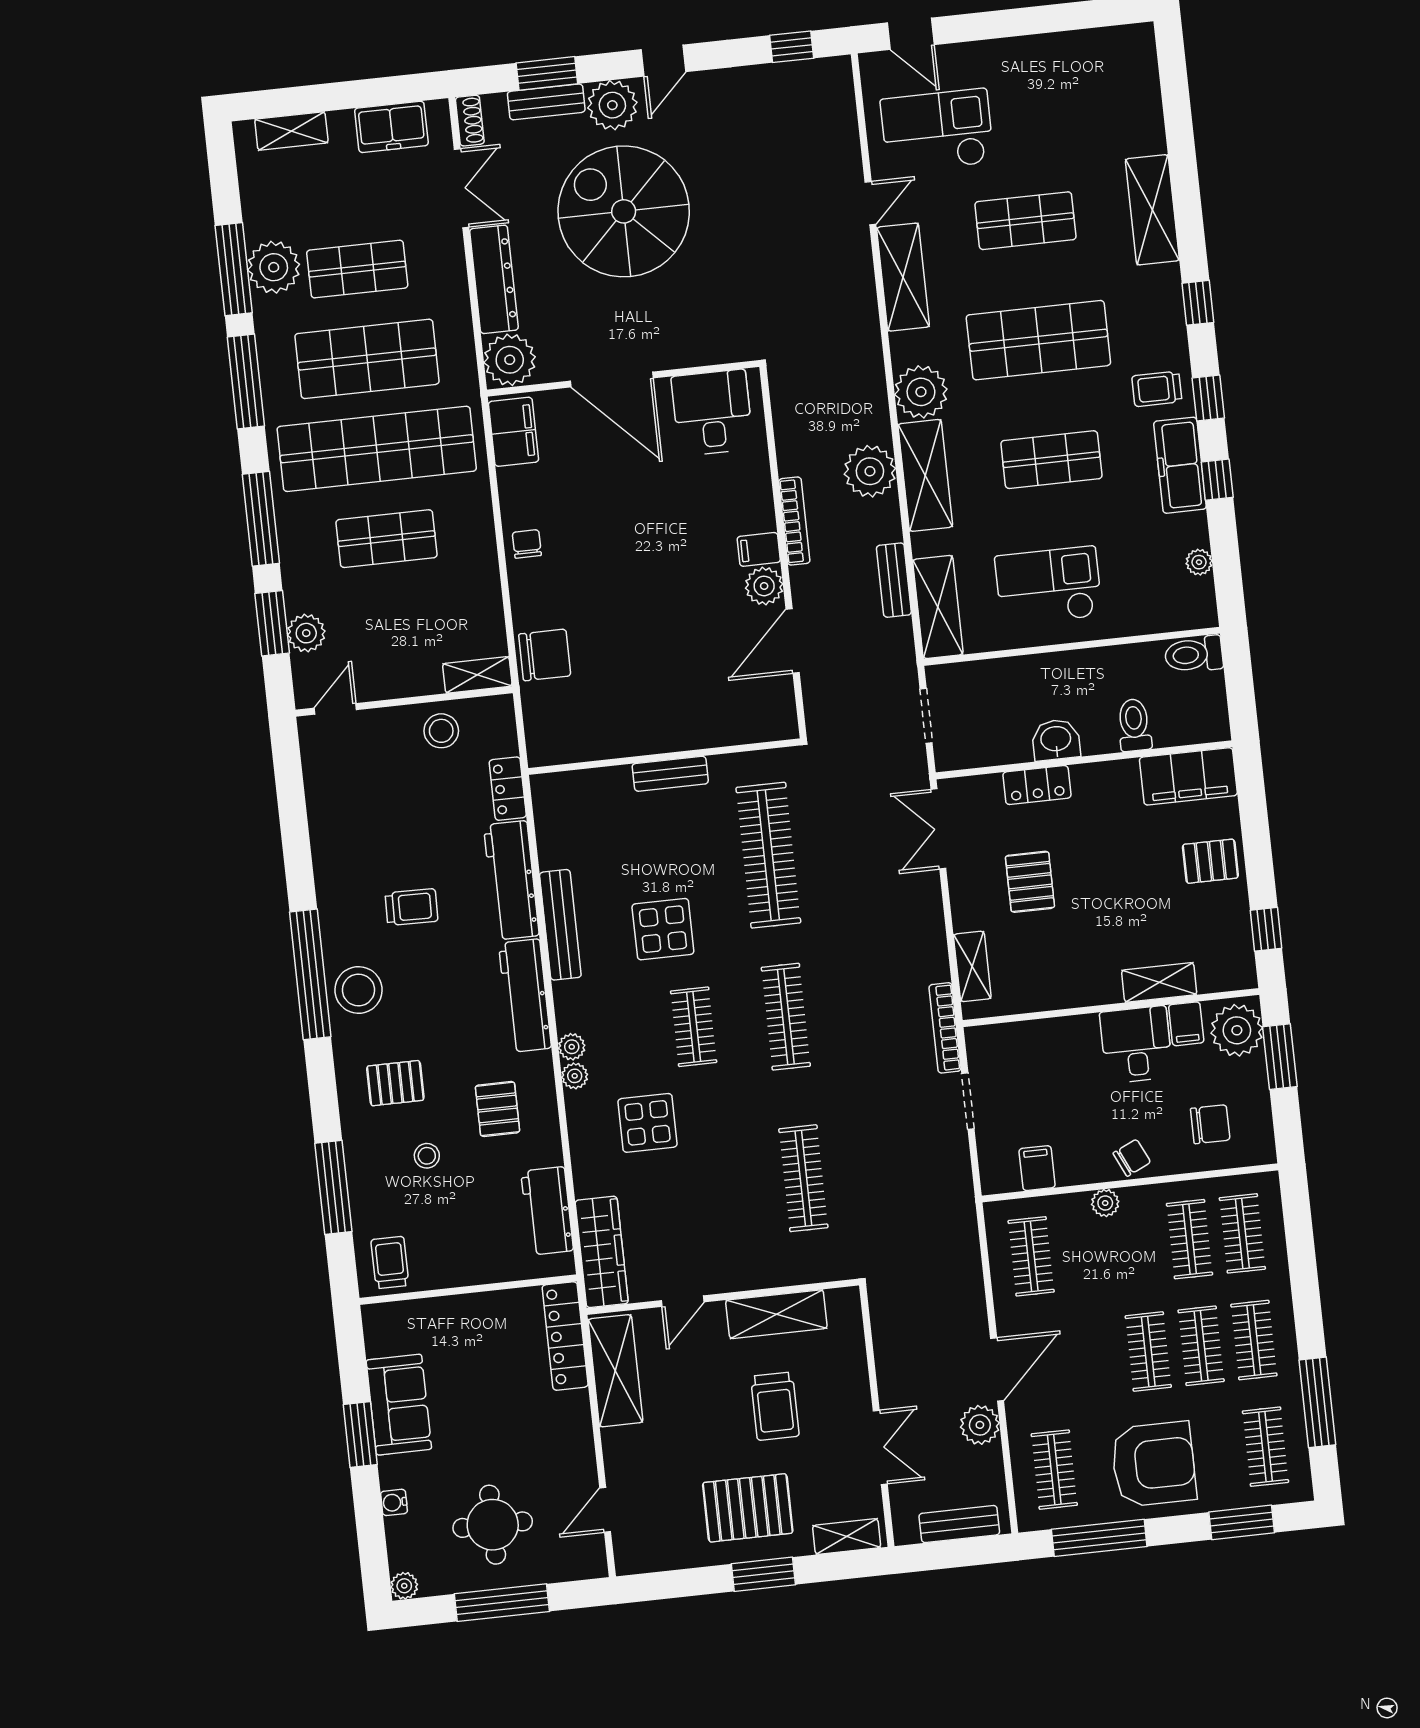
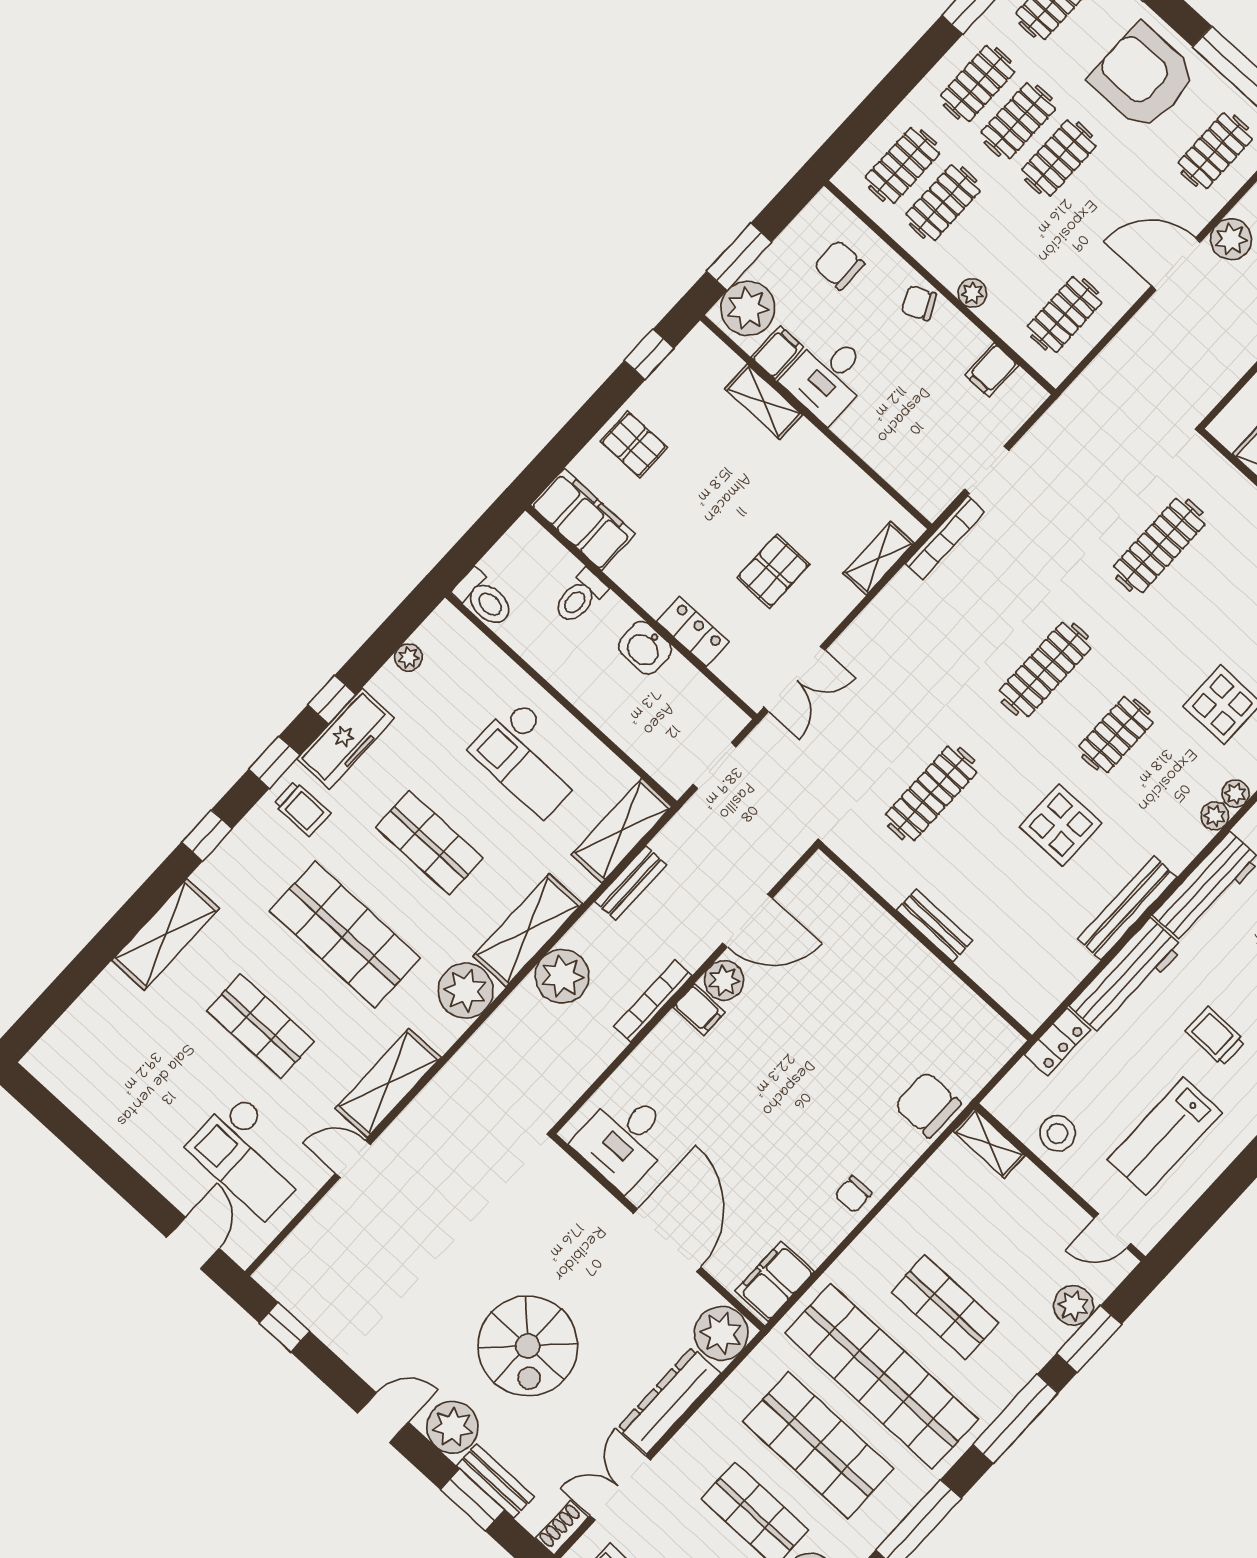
spiral stairs: (624, 211) -> (528, 1346), width x0.73, depth x0.73
lab bench: (371, 807) -> (1165, 1136), added
clothes rail: (768, 855) -> (931, 793), width x0.73, depth x0.76

